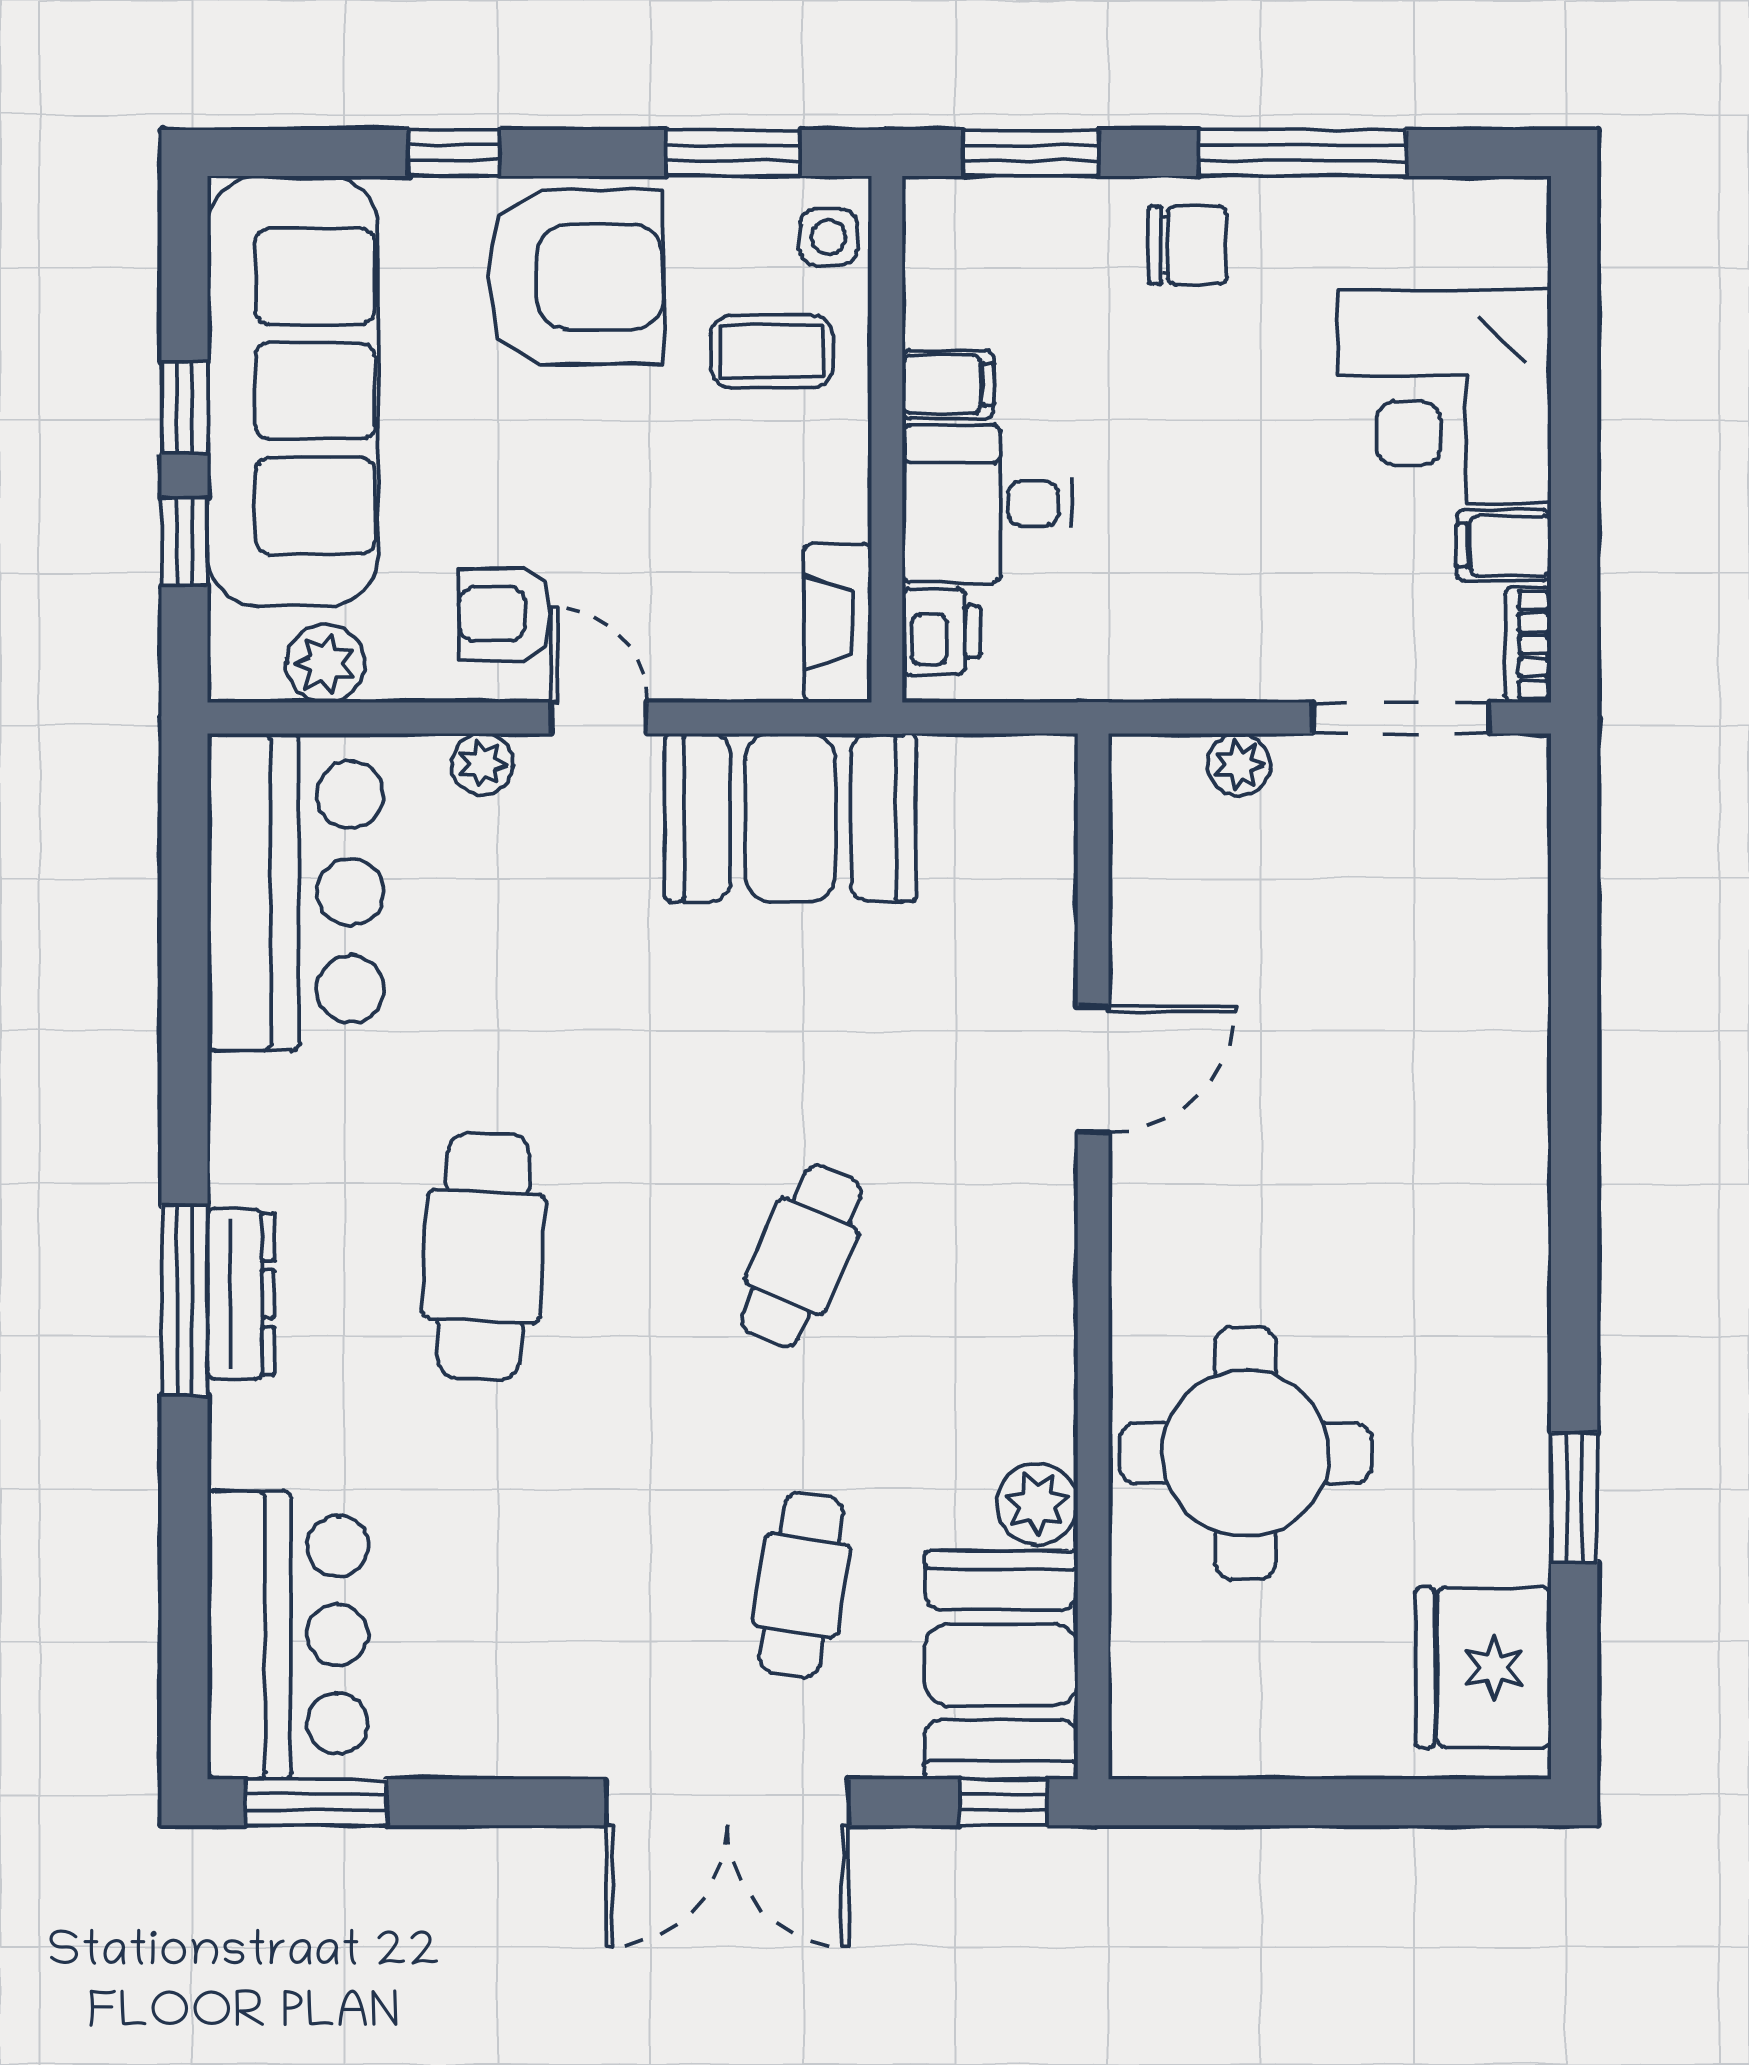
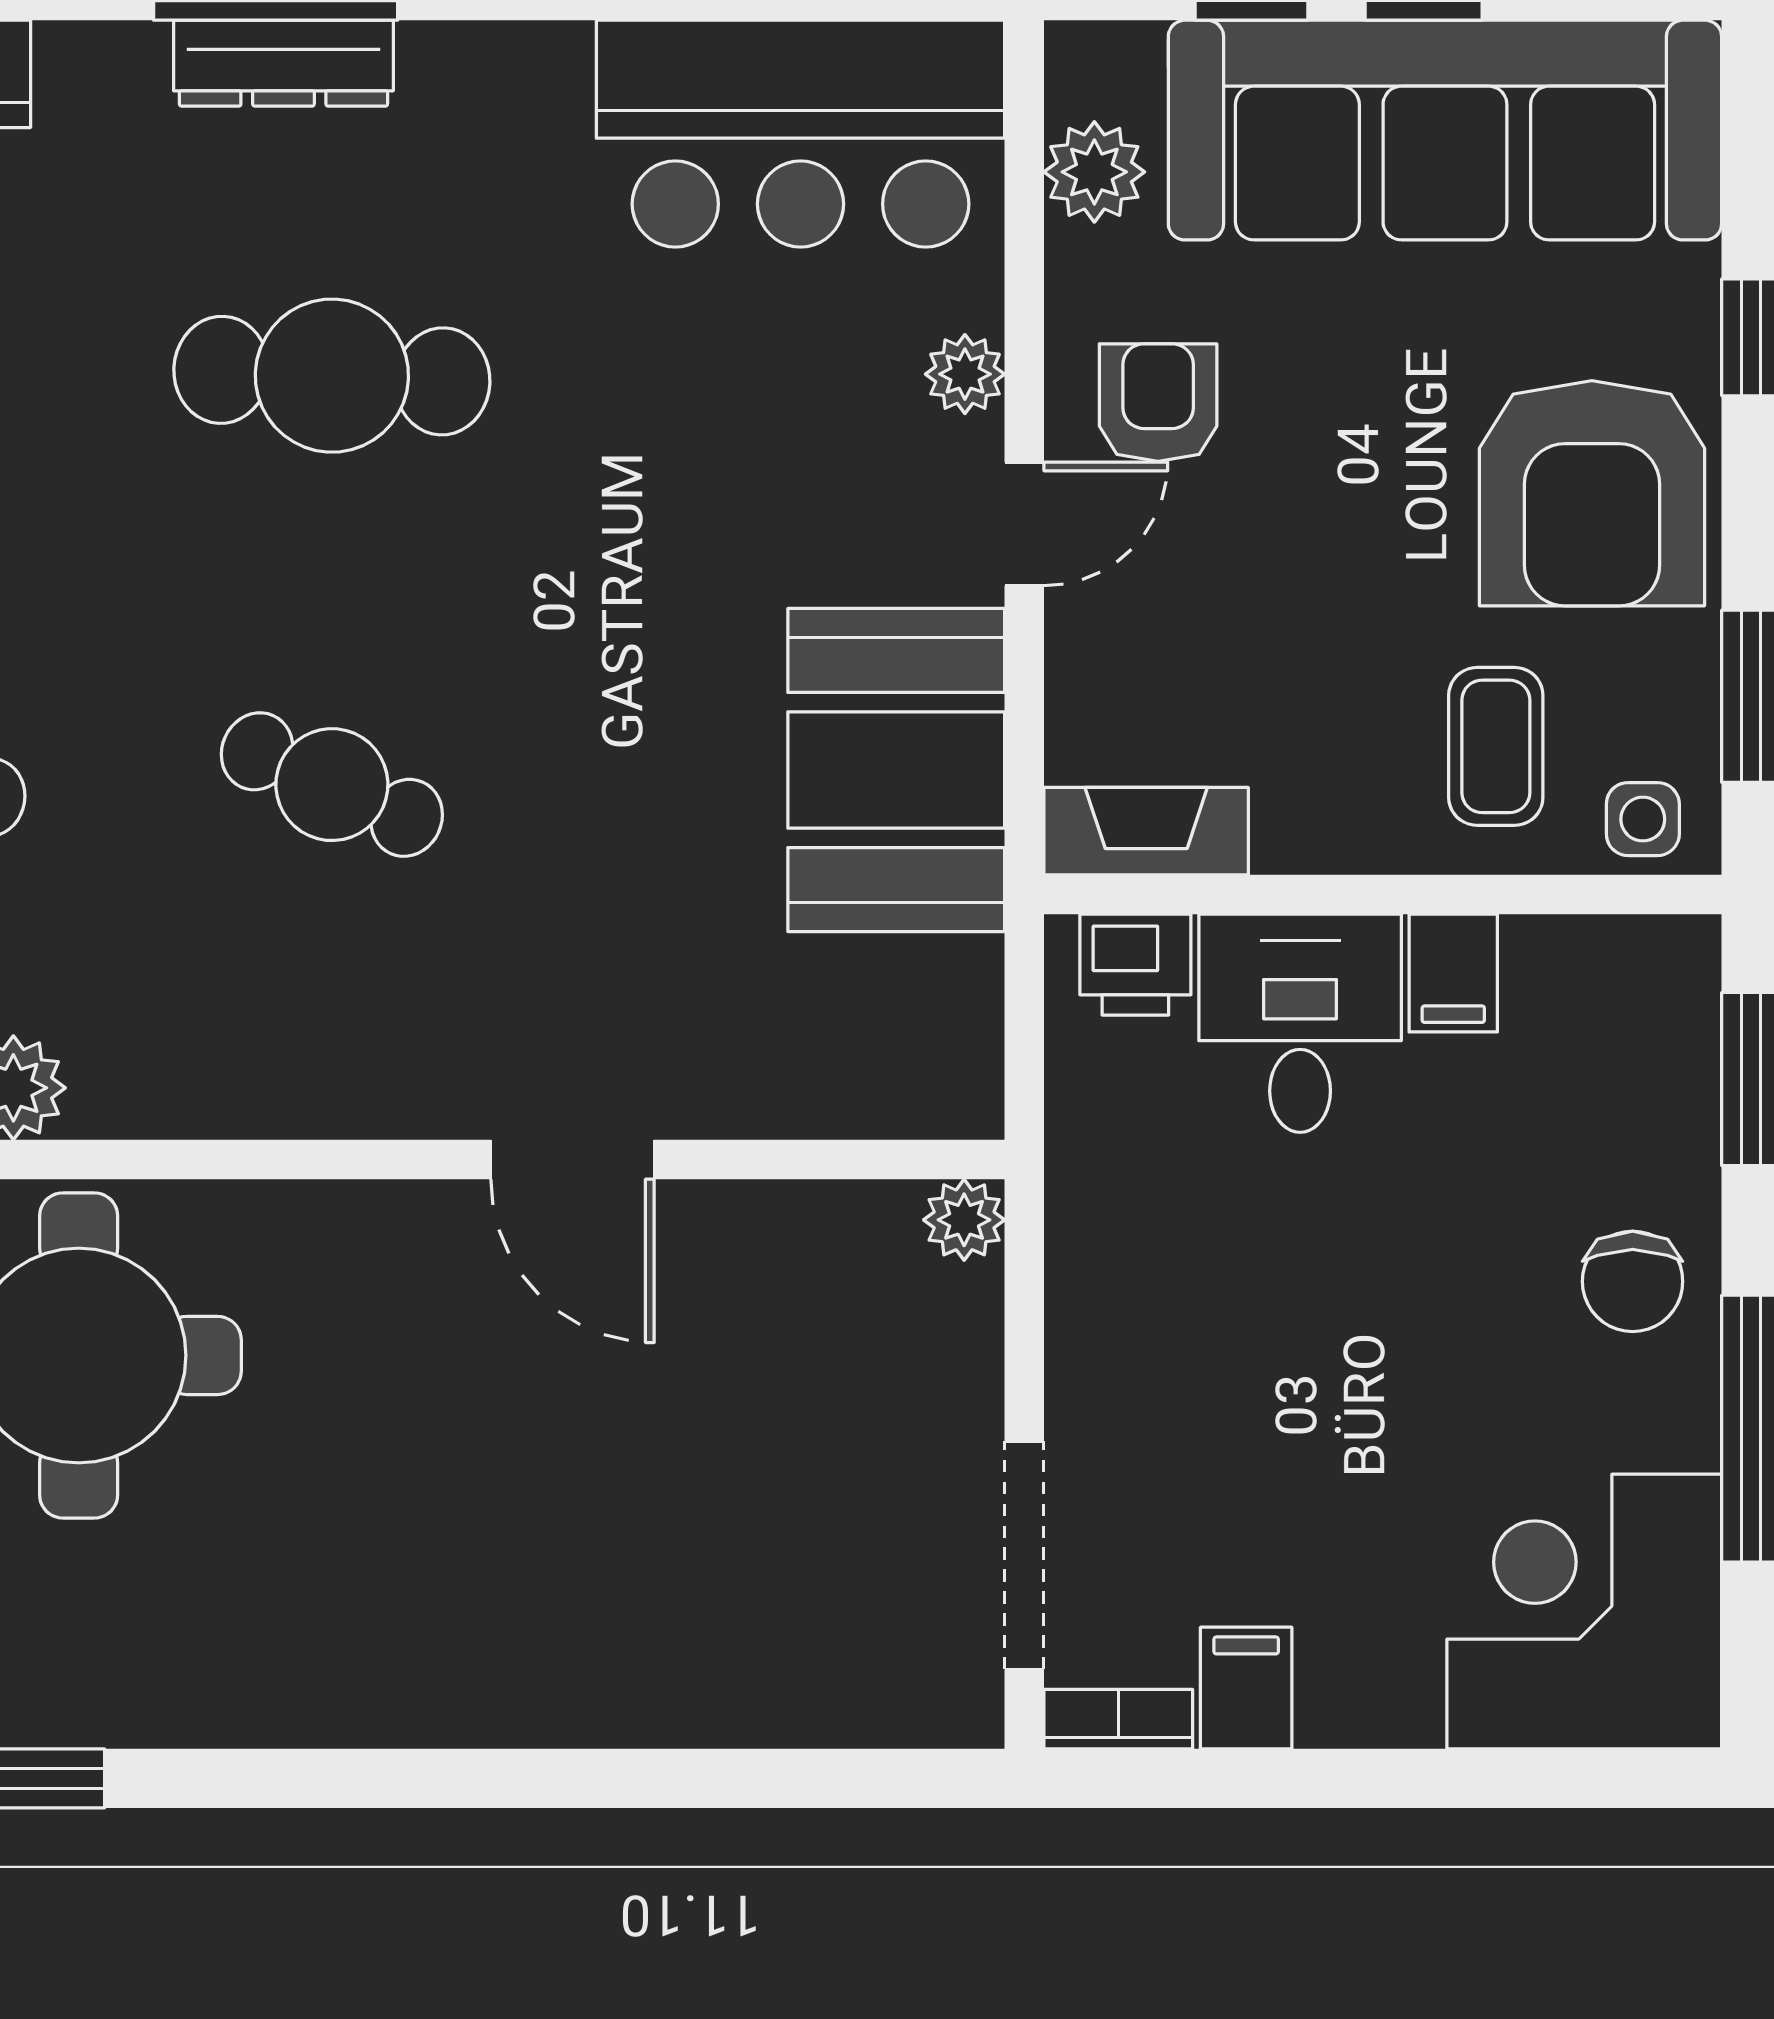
corner desk: (1444, 397) -> (1584, 1612), moved
plant: (1239, 765) -> (964, 1220), moved

